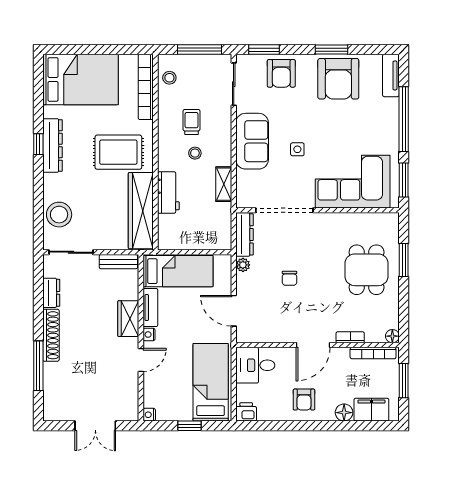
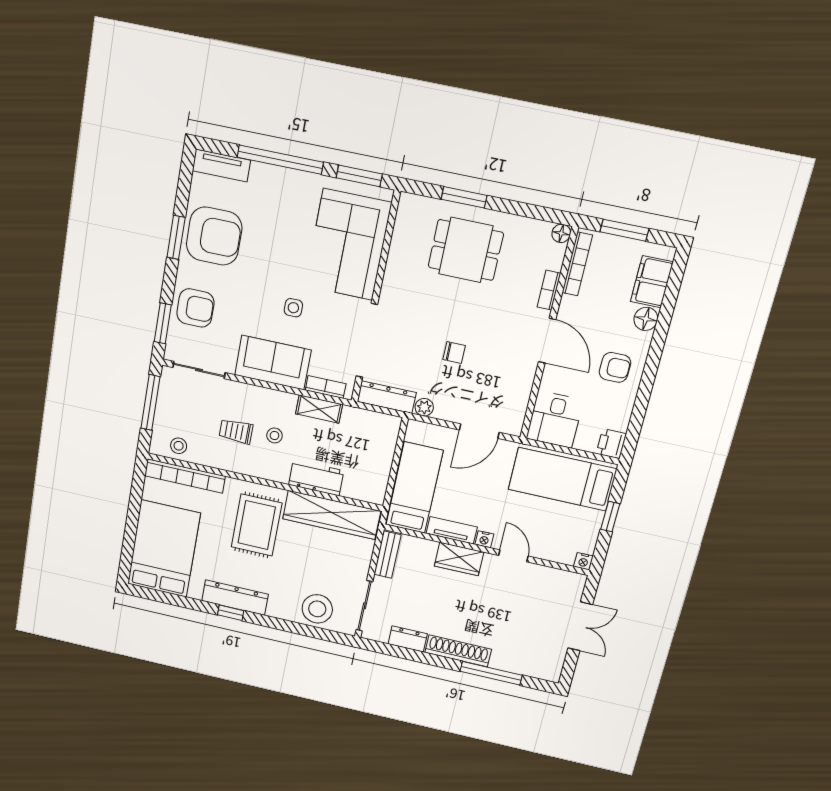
bookcase: (242, 186) -> (326, 387), added

